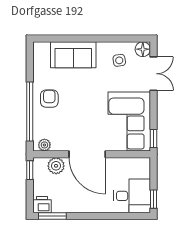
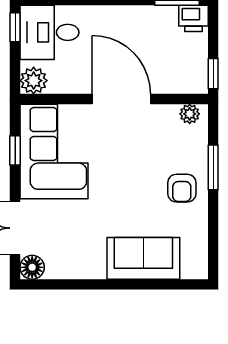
side table: (119, 60) -> (70, 249), removed
window: (30, 112) -> (213, 167), width x0.47
window: (153, 139) -> (15, 150), moved
plant: (56, 166) -> (34, 81), moved

